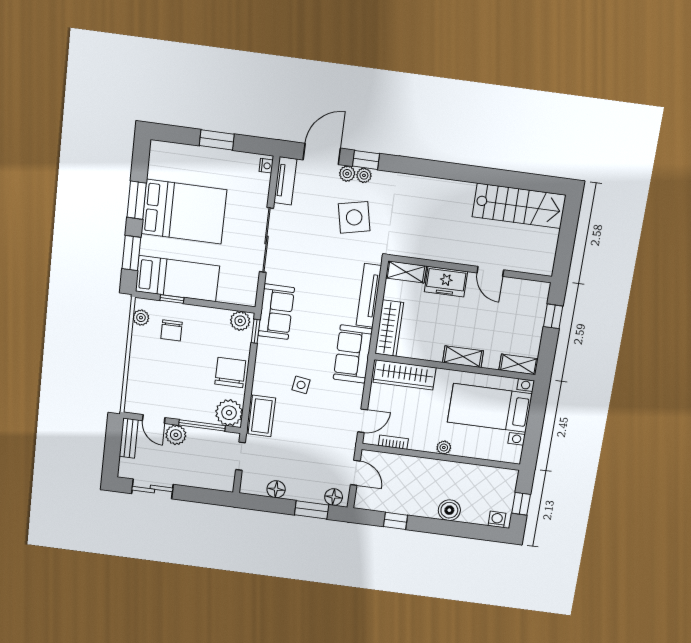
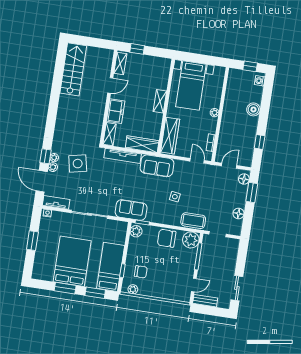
shelving: (519, 364) -> (120, 64), moved
plant: (176, 435) -> (204, 272), removed

